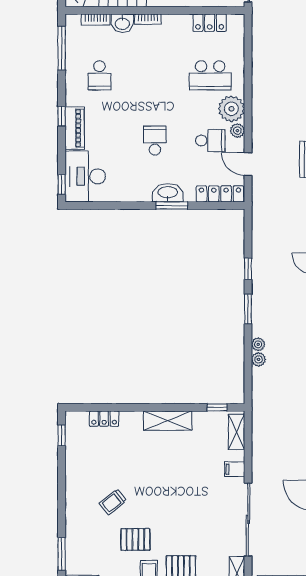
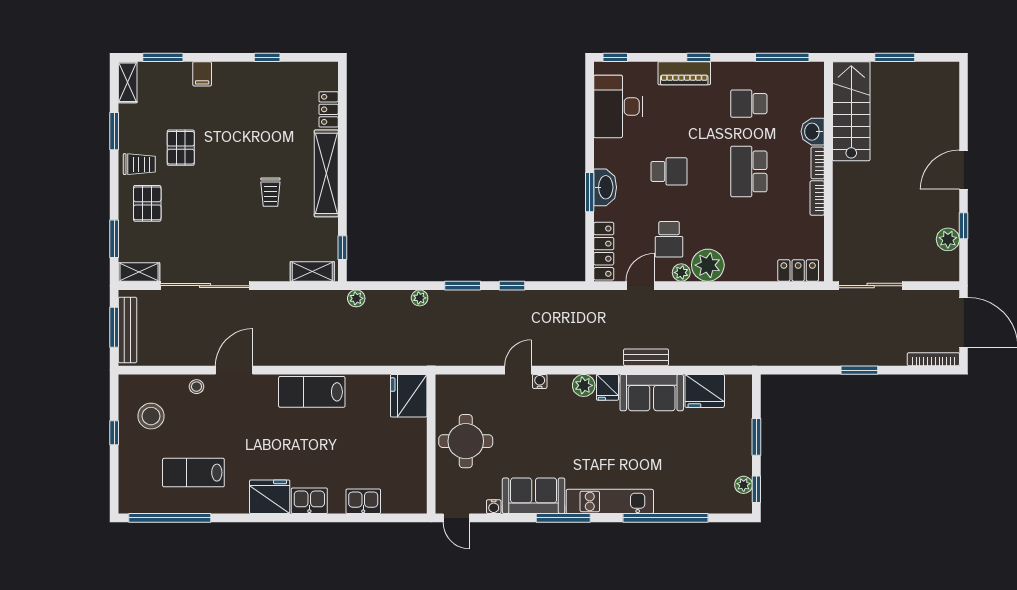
bookcase: (96, 20) -> (817, 198), moved
locker: (210, 23) -> (798, 270), moved, turned 90
school desk: (210, 75) -> (749, 171), moved
desk: (85, 176) -> (618, 106), moved, turned -90
plant: (259, 359) -> (356, 298), moved
shelving: (168, 421) -> (326, 173), width x1.47
window: (62, 435) -> (267, 57), moved
filing cabinet: (235, 469) -> (202, 74), moved, turned 180
trolley: (113, 502) -> (270, 192), moved, turned -141

